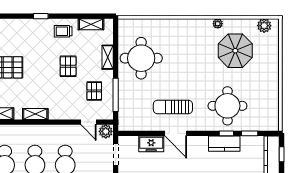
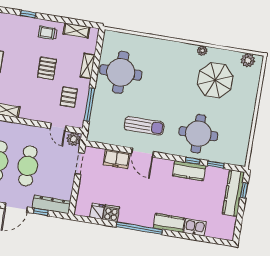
sun lounger: (173, 107) -> (144, 126), turned 180

